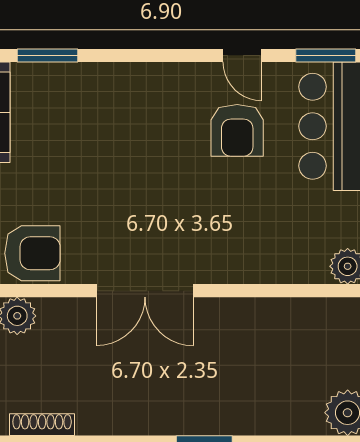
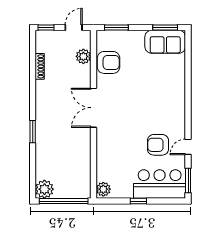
window: (48, 55) -> (188, 69), removed
armchair: (32, 253) -> (109, 62), turned -90

